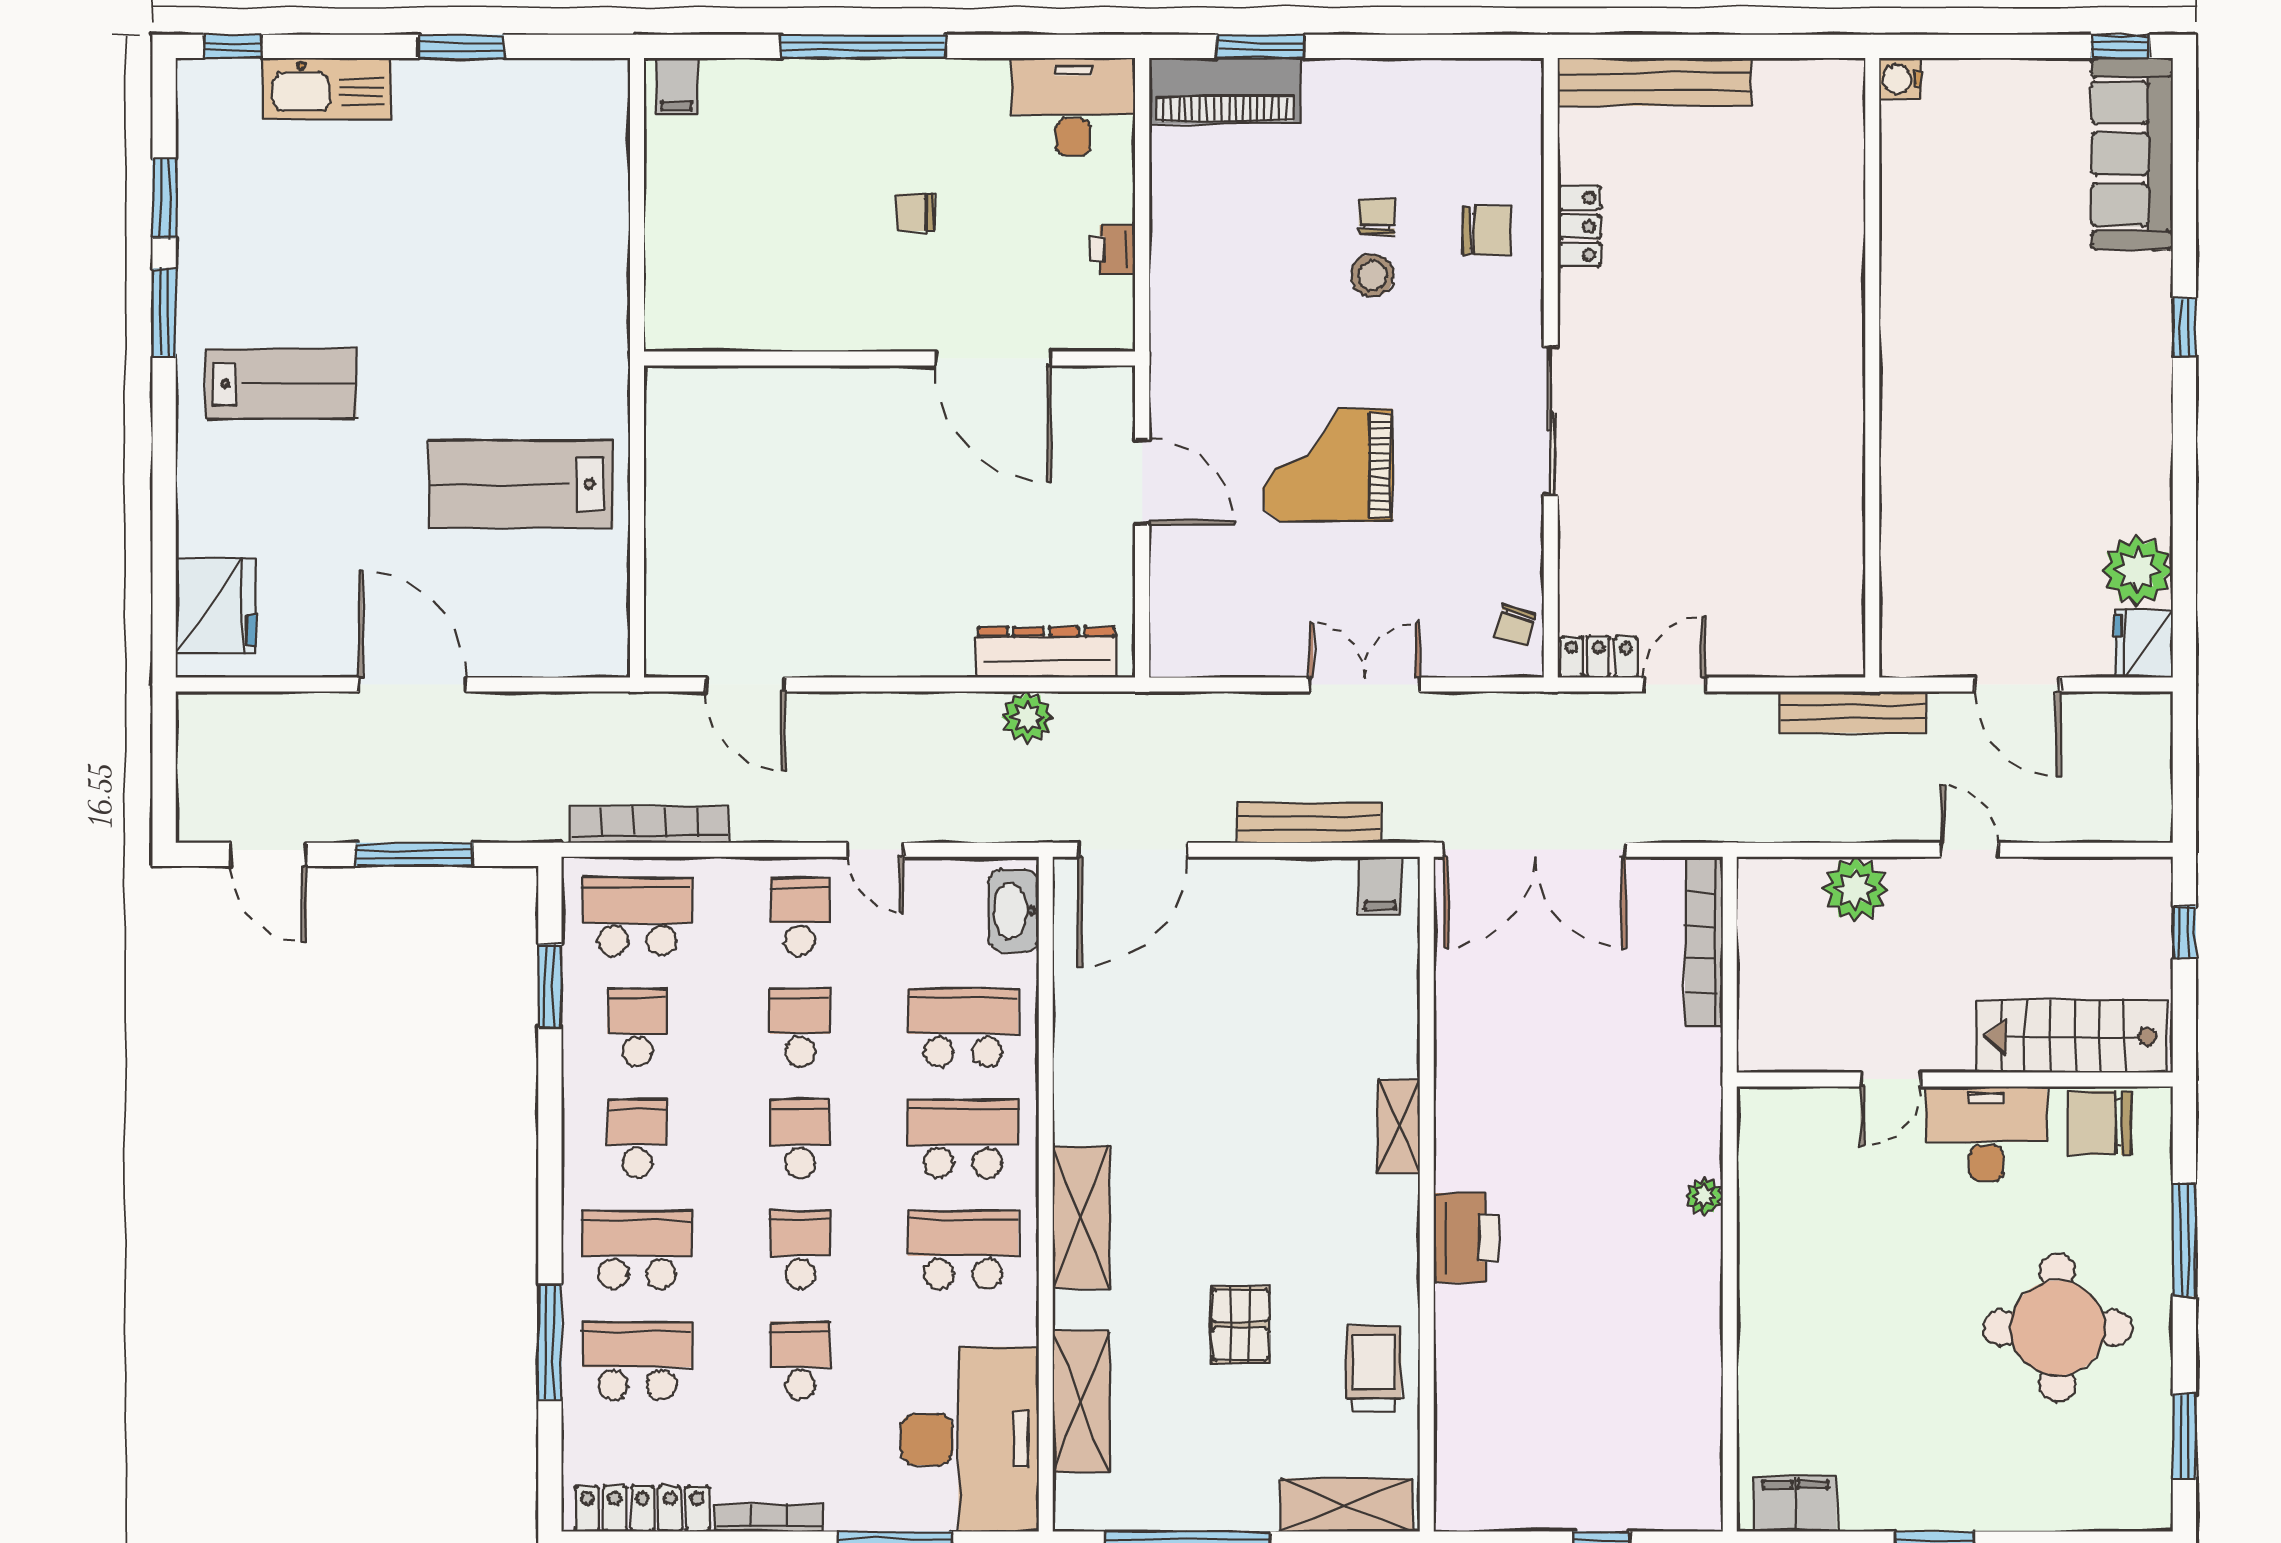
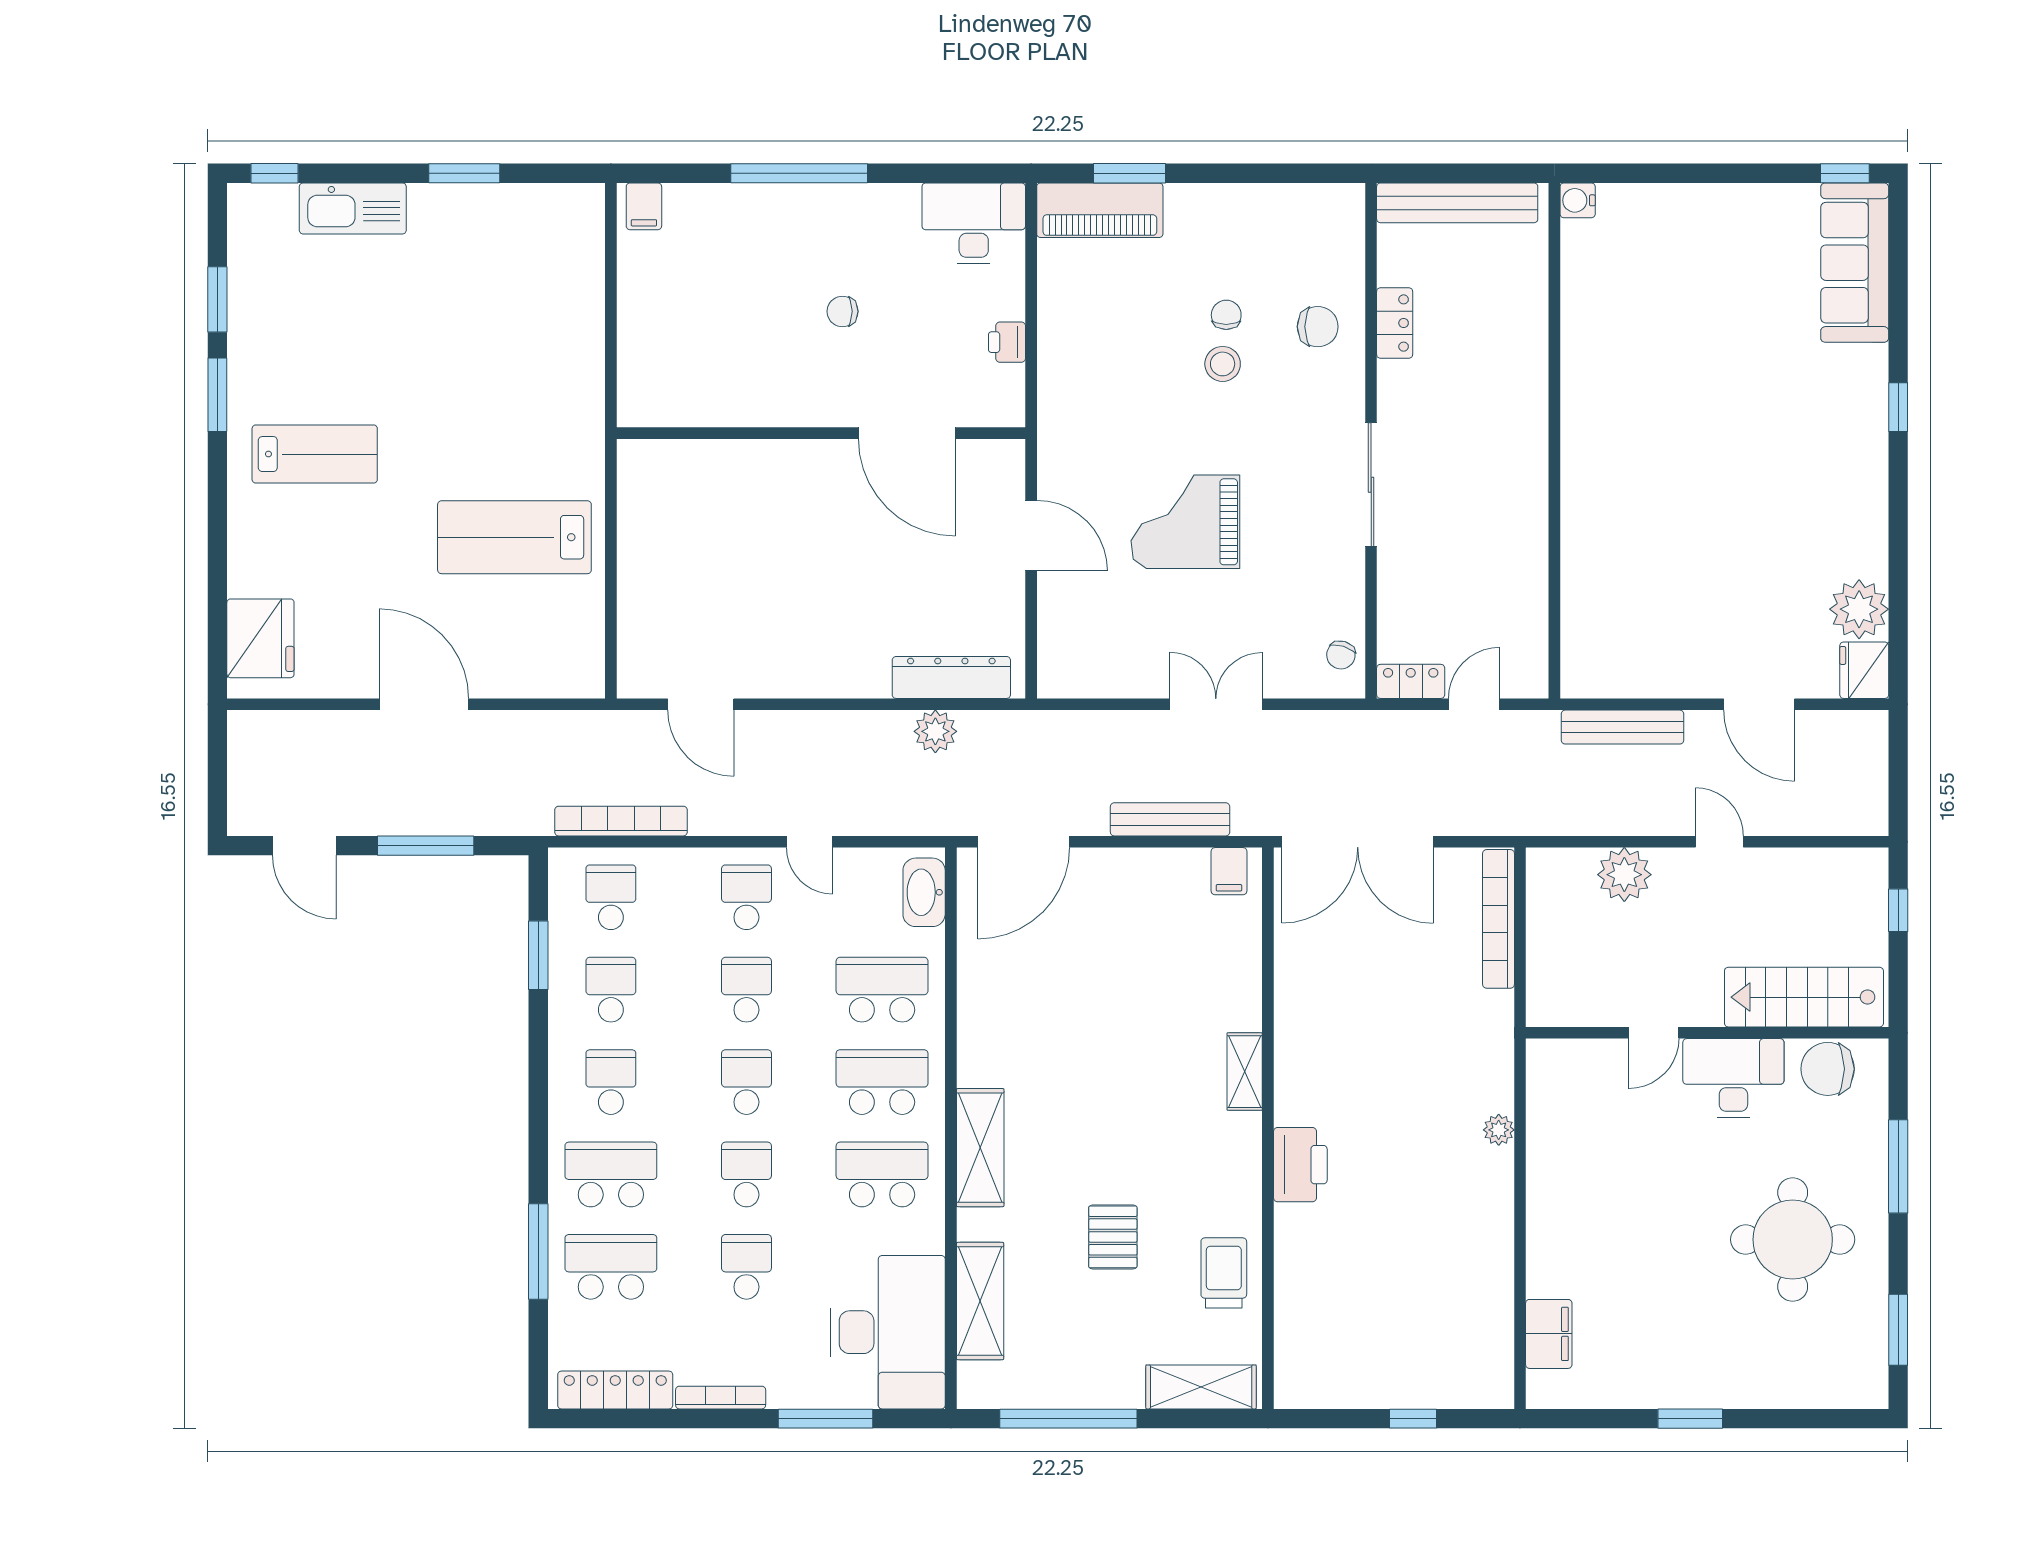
water cooler: (1900, 79) -> (1578, 200), moved
wall: (1872, 368) -> (1554, 441), moved
school desk: (637, 917) -> (611, 897), width x0.54
filing cabinet: (1795, 1504) -> (1549, 1334), moved, turned 90

